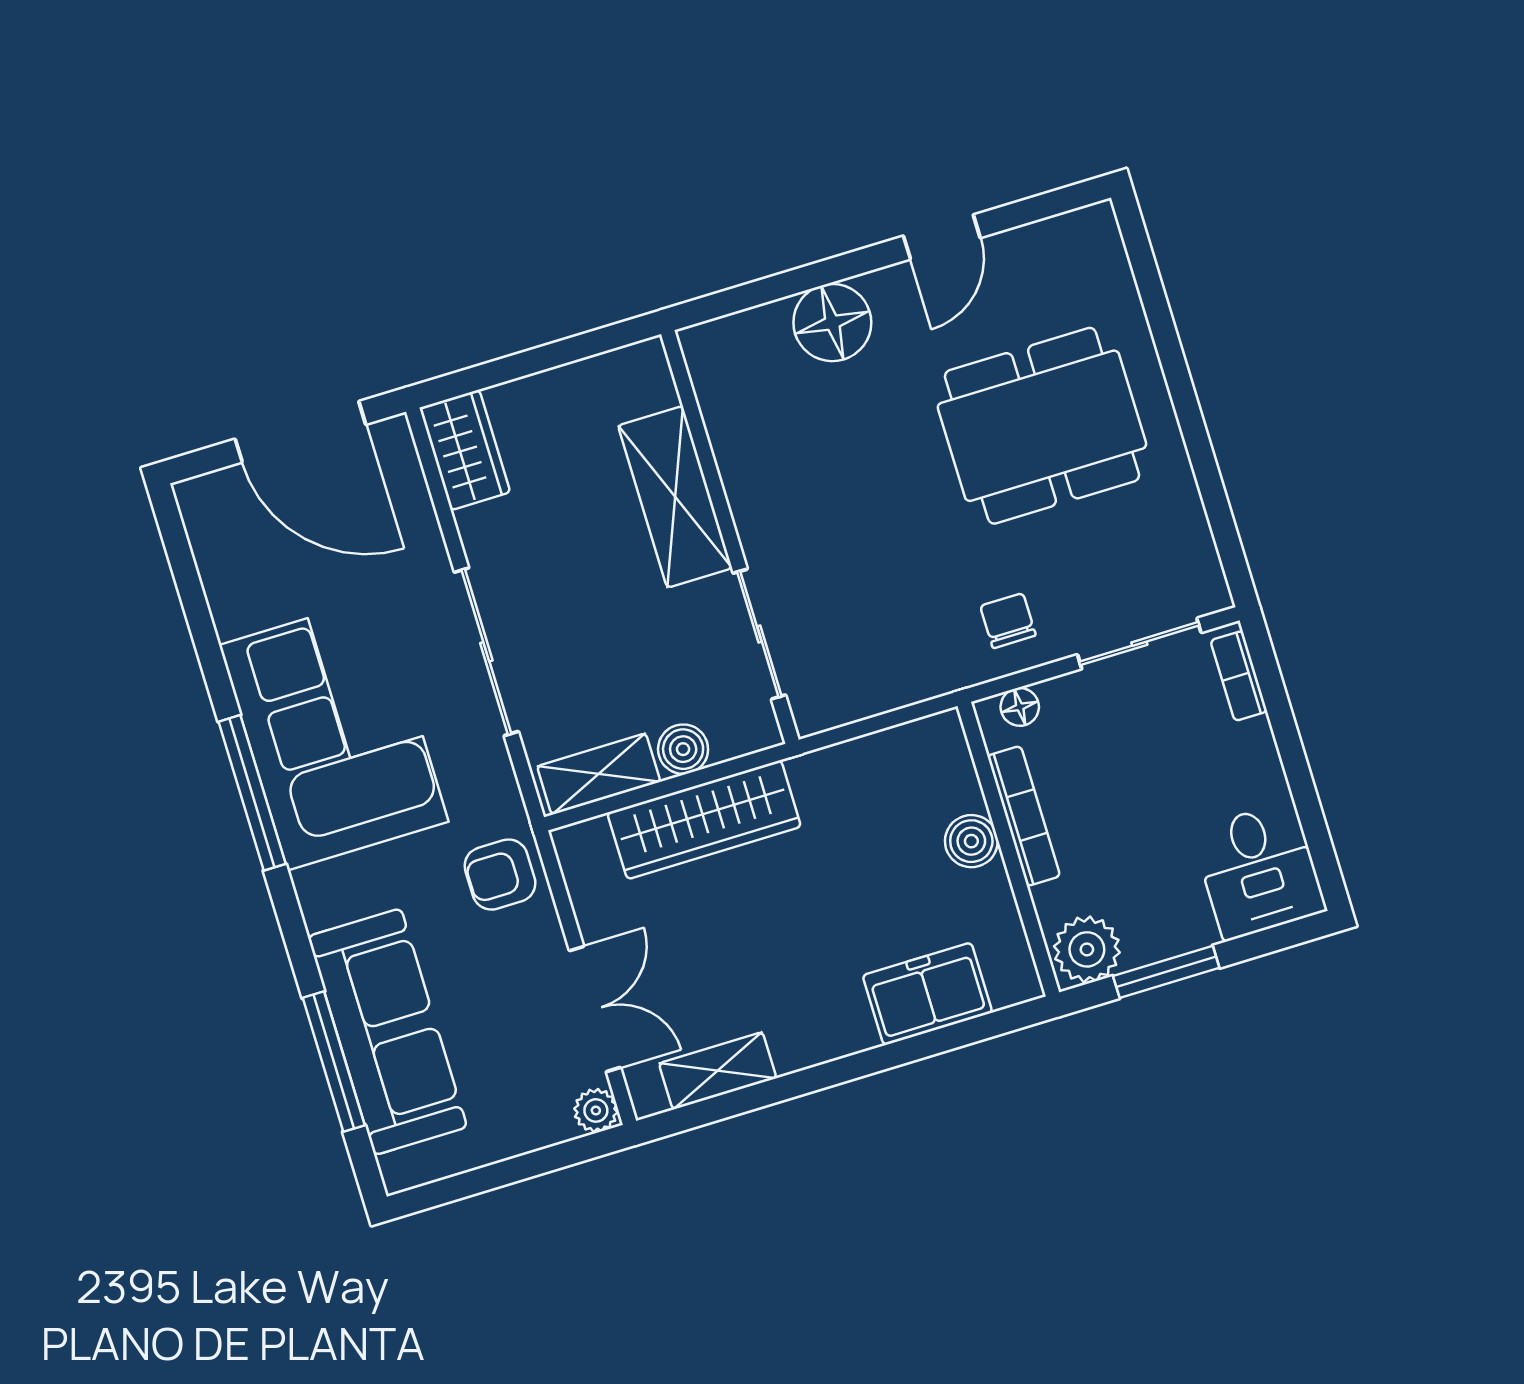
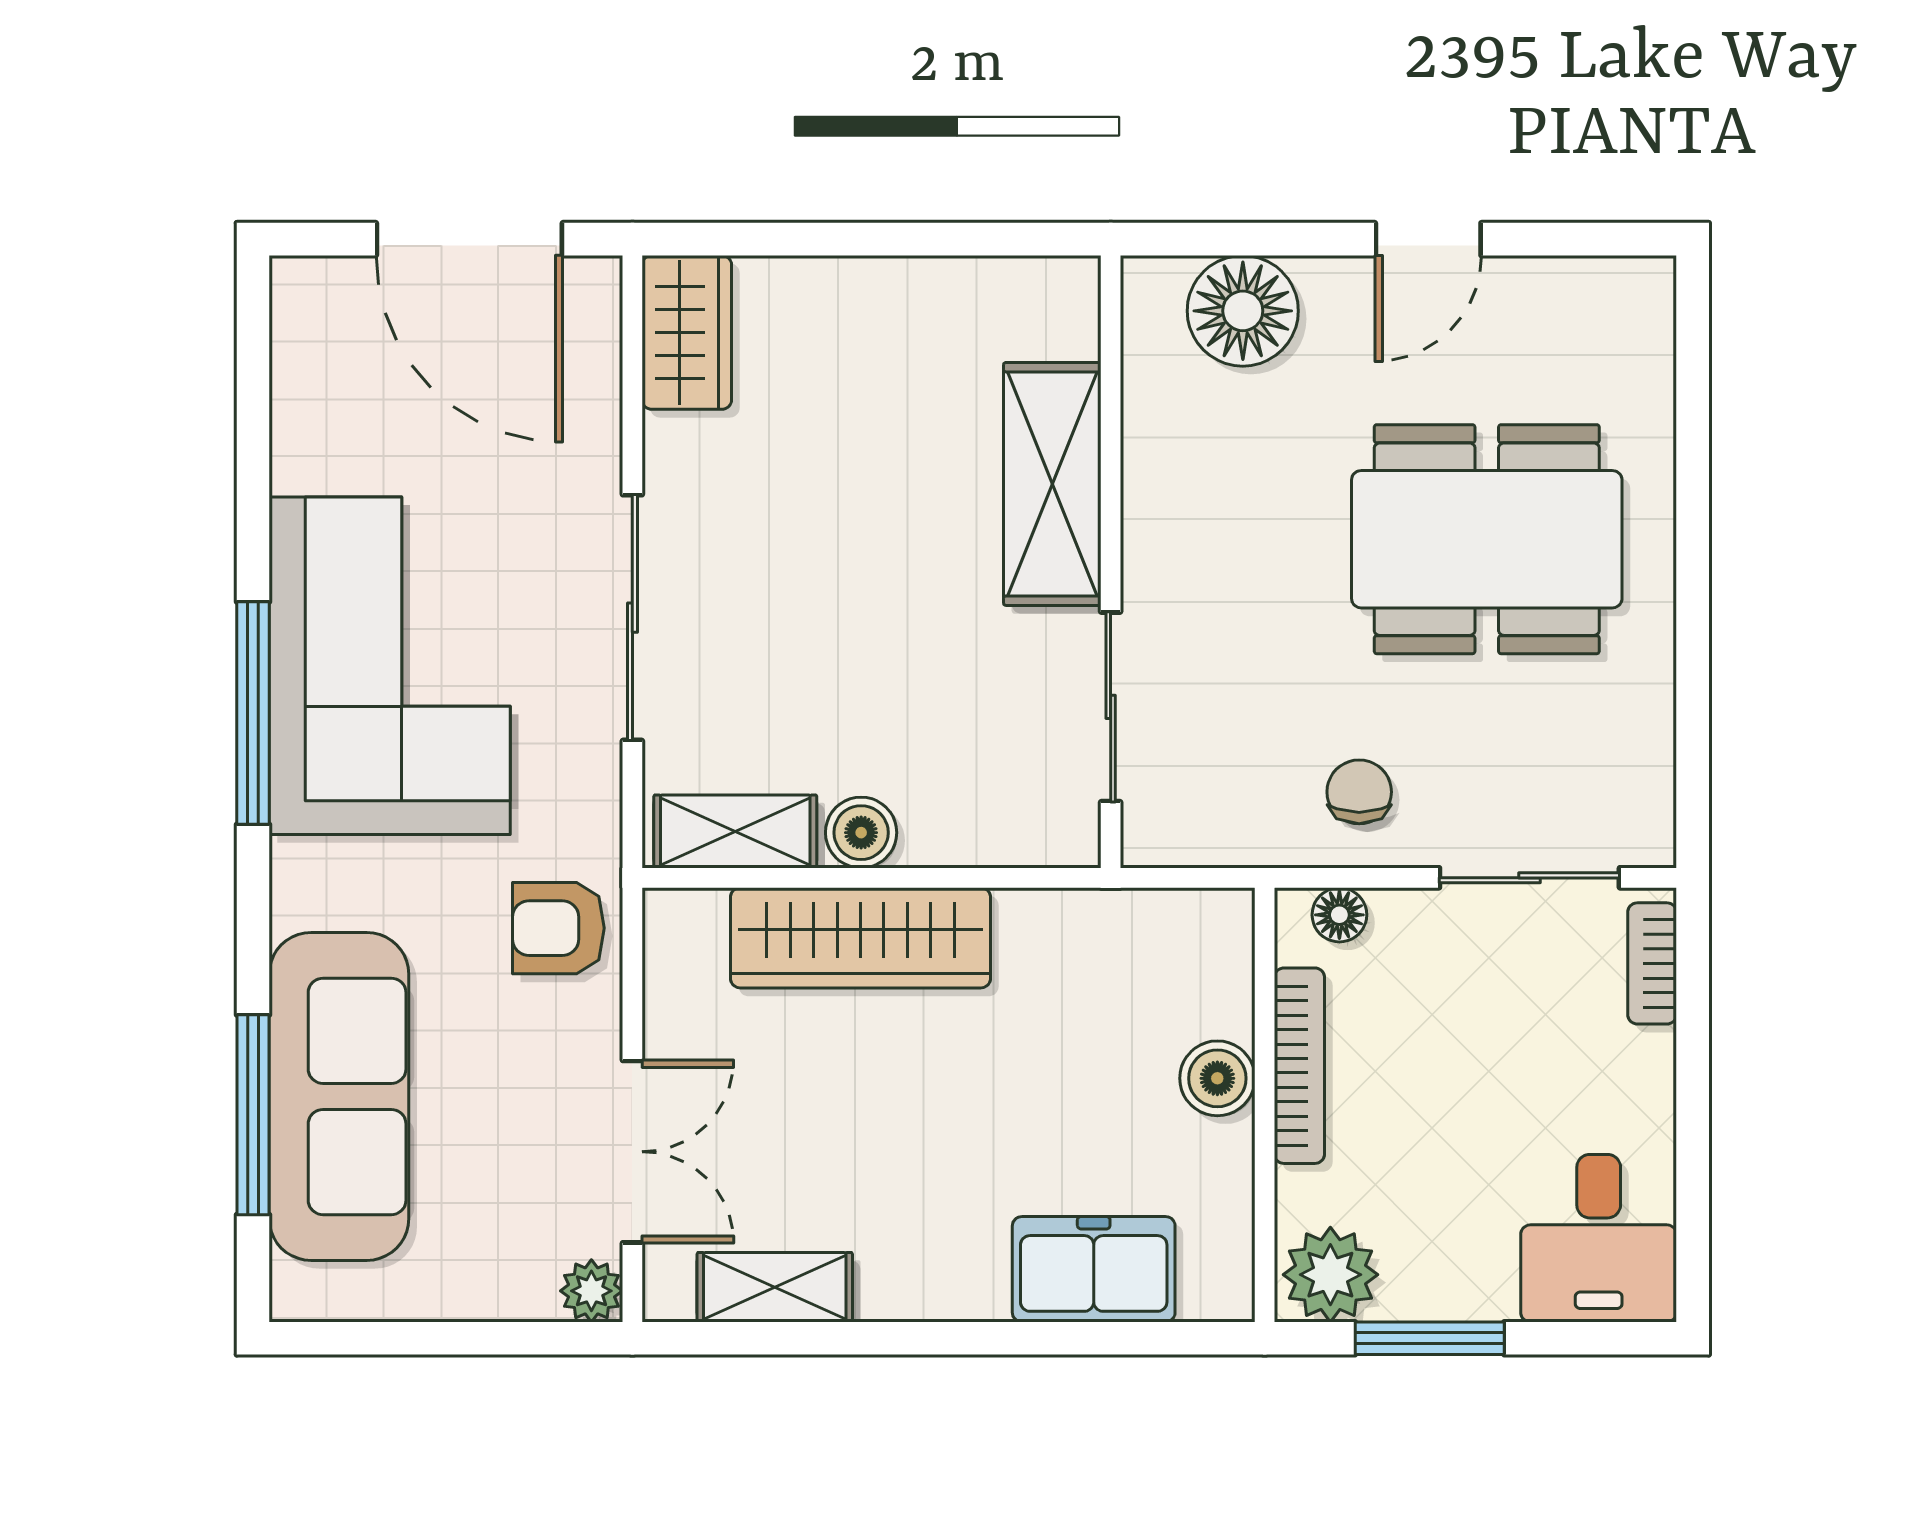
shelving: (675, 497) -> (1052, 484), moved
wall: (730, 537) -> (1111, 562), moved
sliding door: (759, 634) -> (1111, 707), moved

